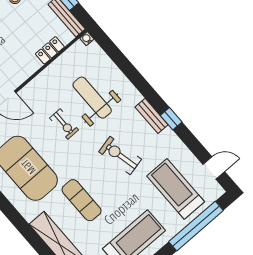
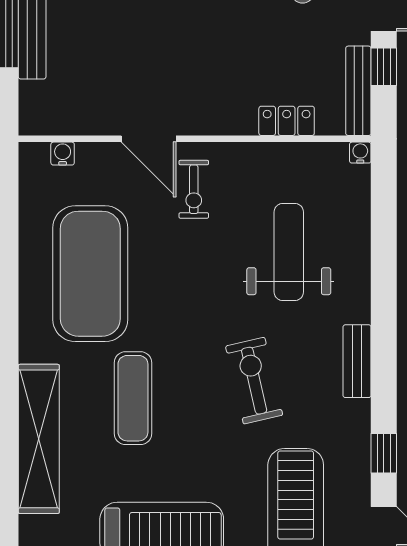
window: (171, 119) -> (384, 453), moved
exercise bike: (64, 124) -> (194, 189), moved

